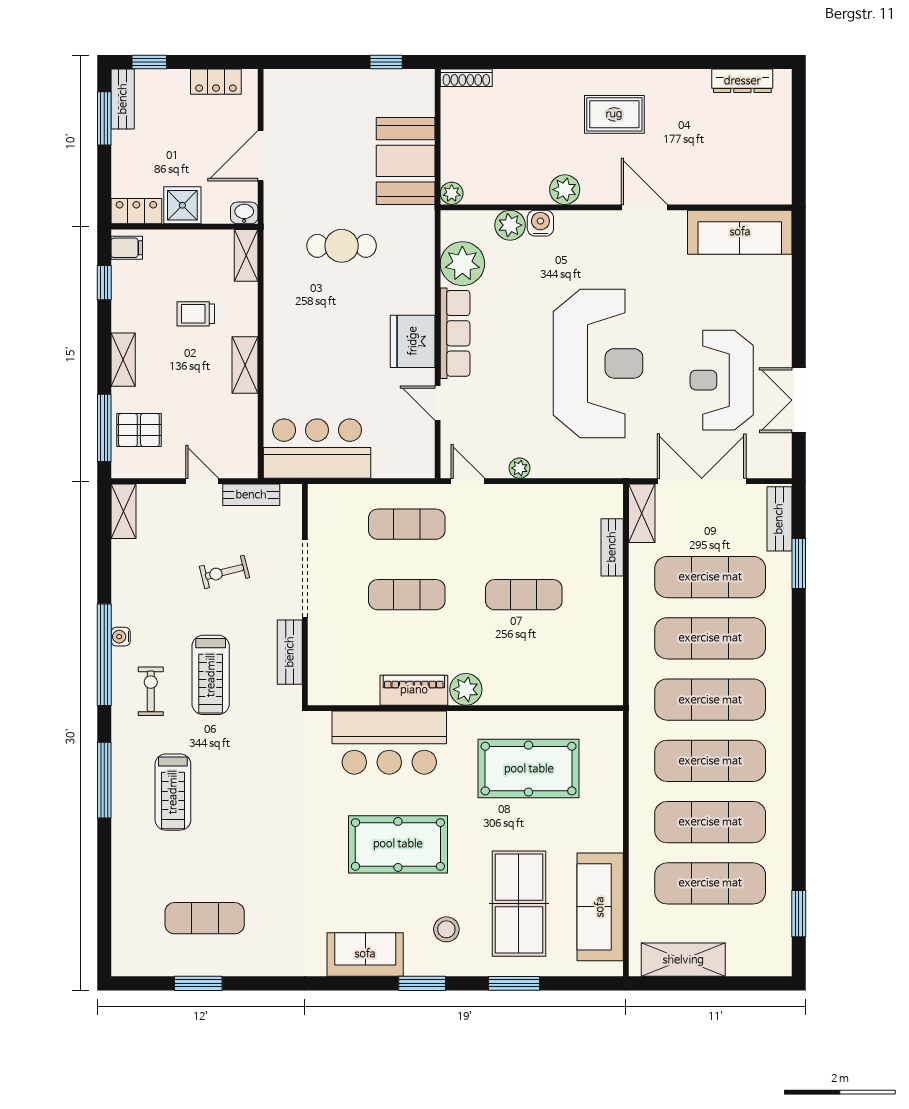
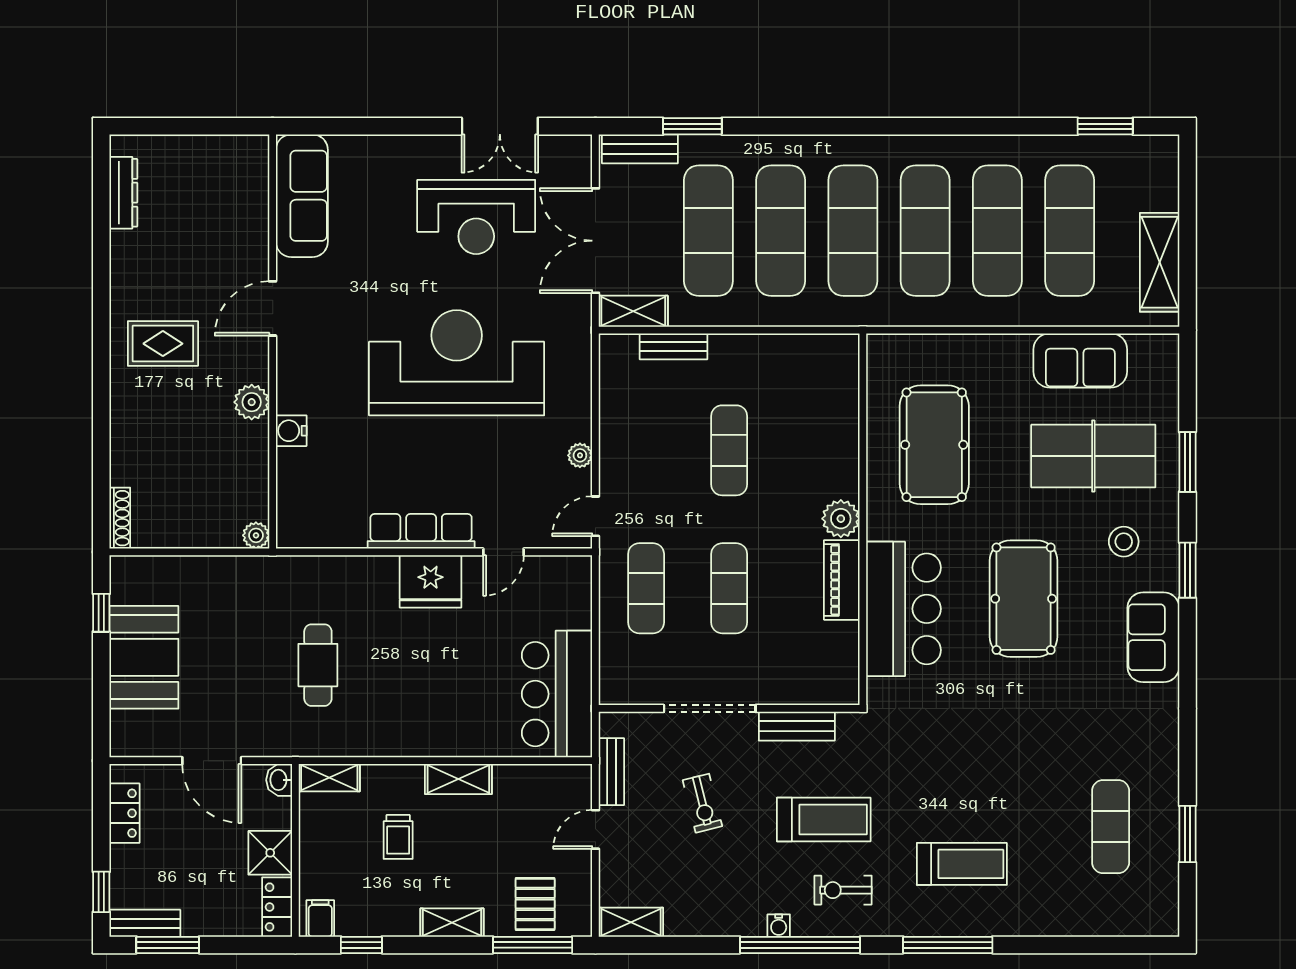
rug: (614, 114) -> (163, 344), turned 90
booth: (406, 161) -> (144, 657), moved, turned 90
plant: (510, 225) -> (294, 466), removed
plant: (462, 264) -> (339, 523), removed
sofa: (600, 907) -> (1080, 360), width x0.73

